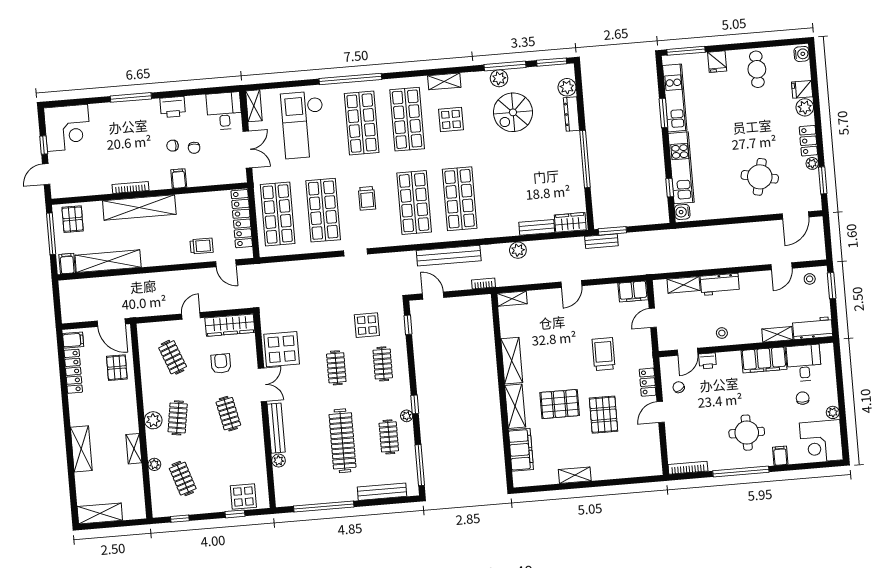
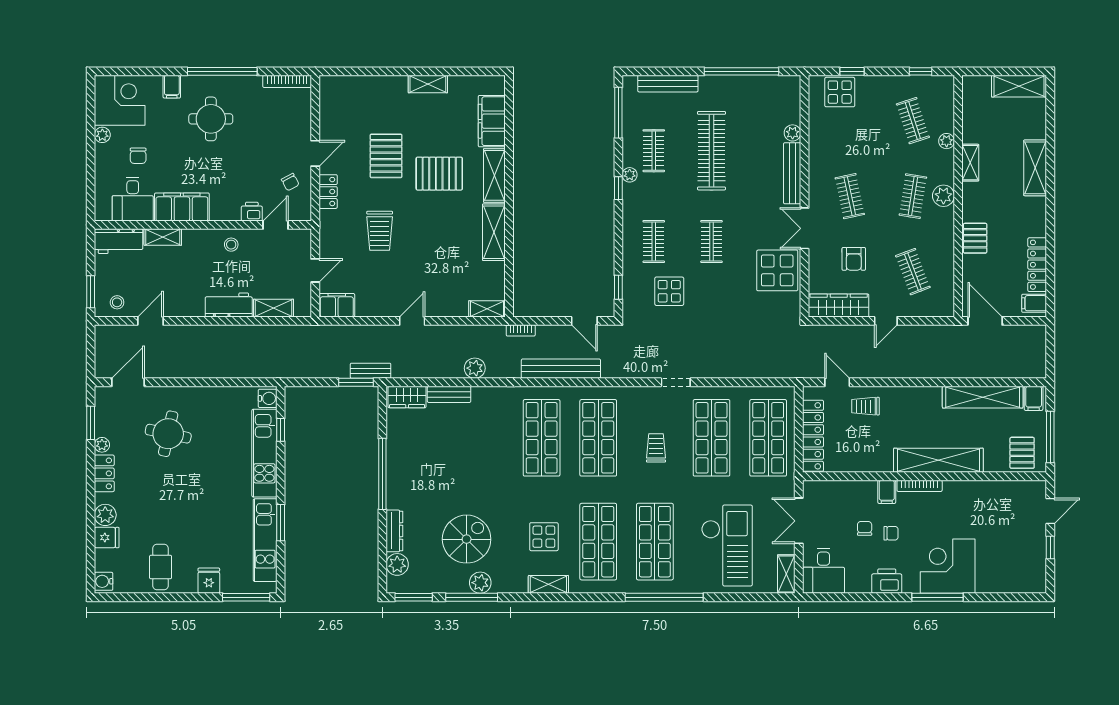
corner desk: (67, 128) -> (948, 566), moved
bookcase: (130, 187) -> (920, 486), moved
pallet: (117, 368) -> (975, 238), moved

